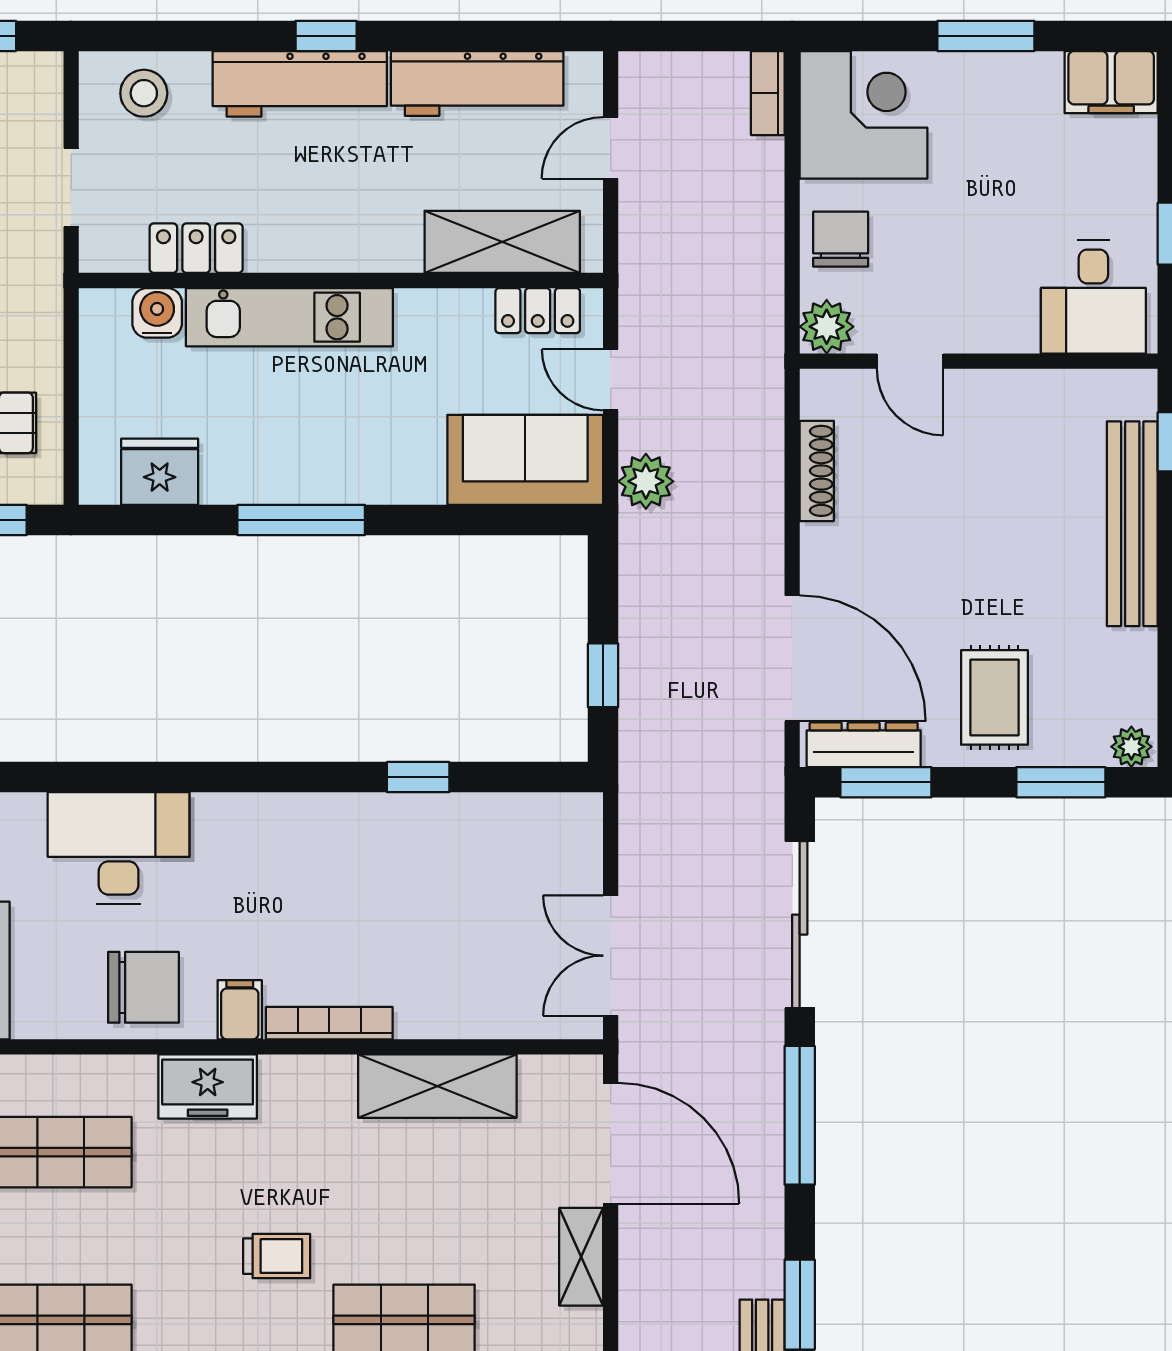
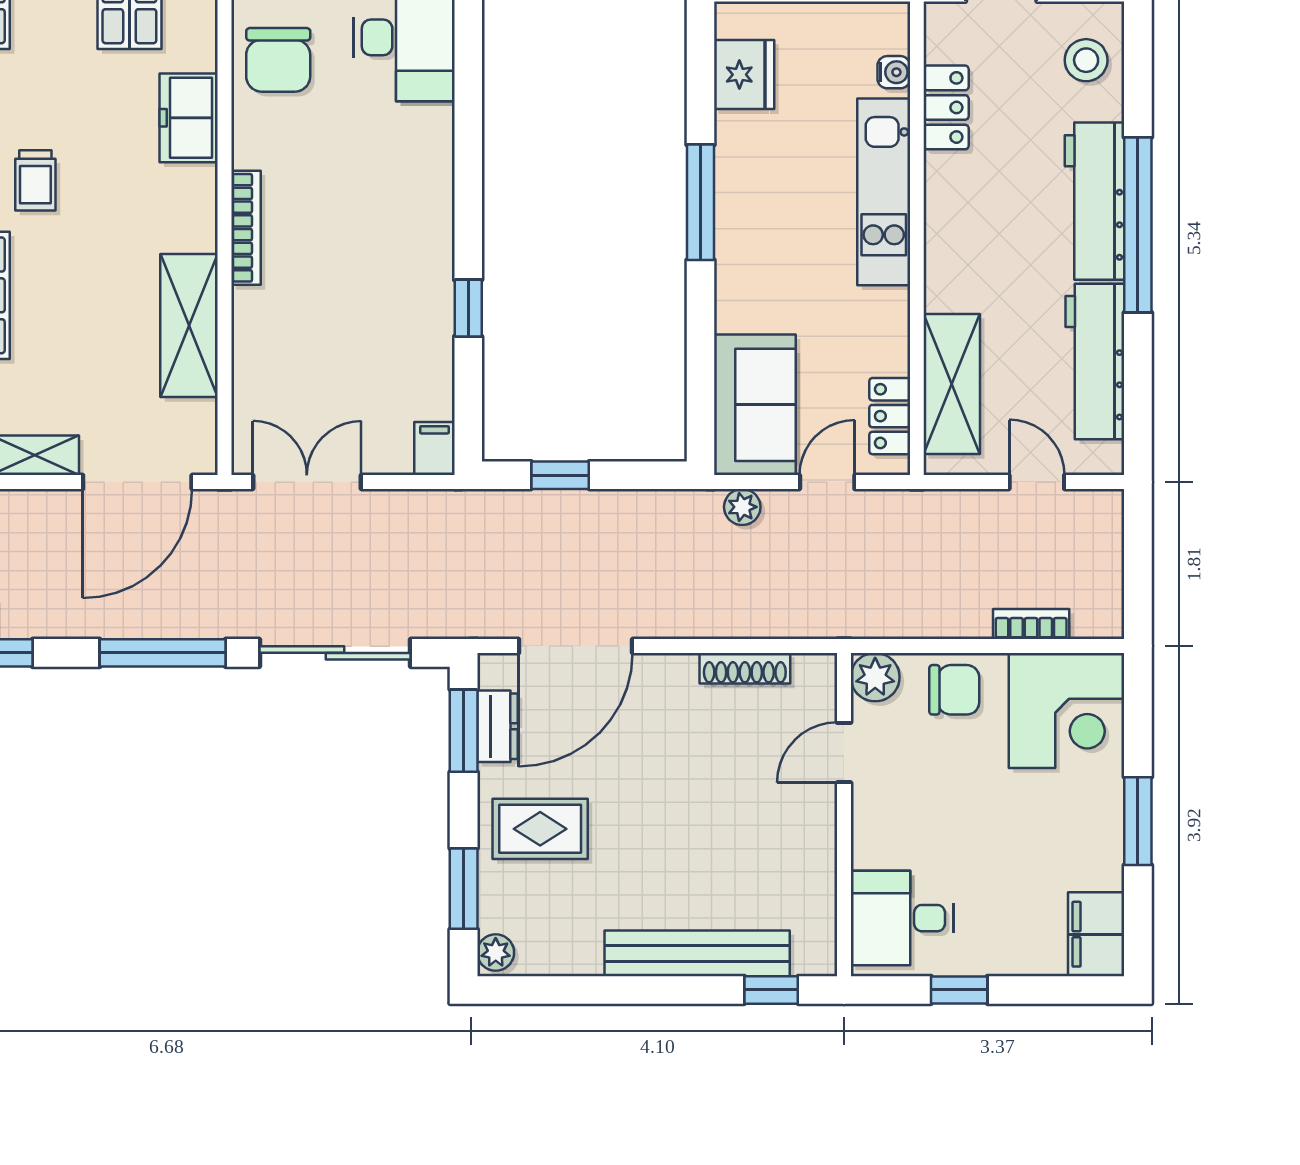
window: (326, 36) -> (1138, 225), width x3.17
bookcase: (768, 93) -> (1031, 624), moved
water cooler: (157, 313) -> (894, 72), width x0.72, depth x0.72
plant: (646, 481) -> (742, 507), width x0.73, depth x0.73
dresser: (864, 745) -> (497, 726), width x0.70
filing cabinet: (240, 1010) -> (434, 448), moved, turned -90

